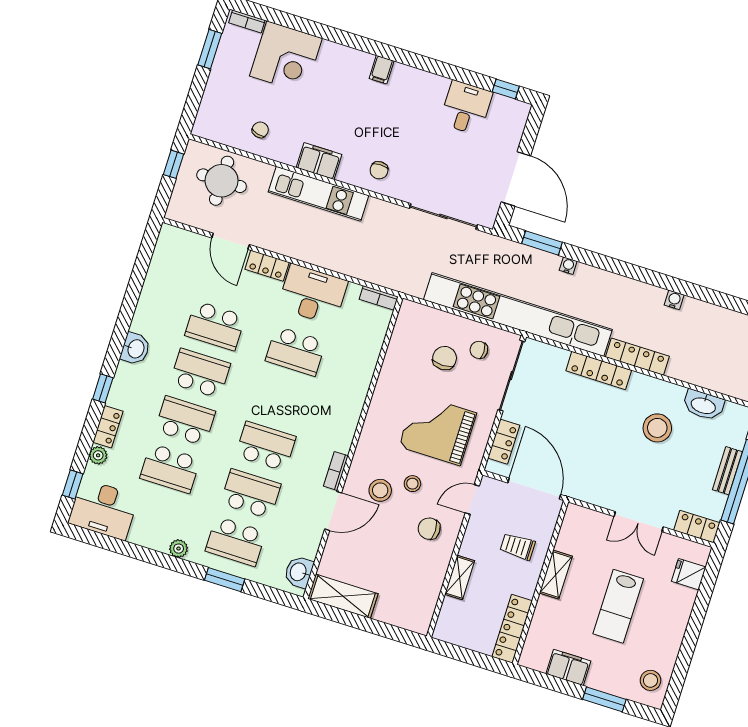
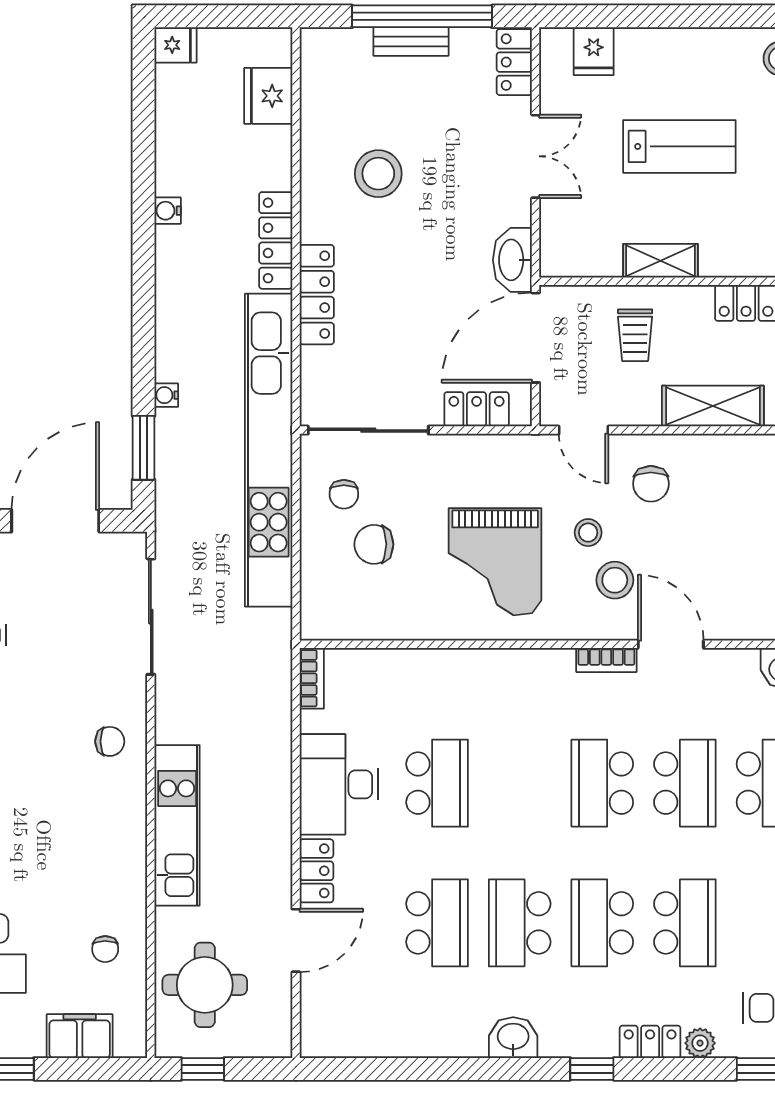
chair: (260, 130) -> (105, 949), turned -104
filing cabinet: (319, 161) -> (80, 1036), moved, turned 90
fridge: (722, 379) -> (268, 96), added
washbasin: (703, 405) -> (512, 260), moved, turned 180
grand piano: (438, 430) -> (495, 562), moved
school desk: (251, 494) -> (685, 783), turned 180
shelving: (460, 578) -> (713, 406), width x1.50, depth x1.33

